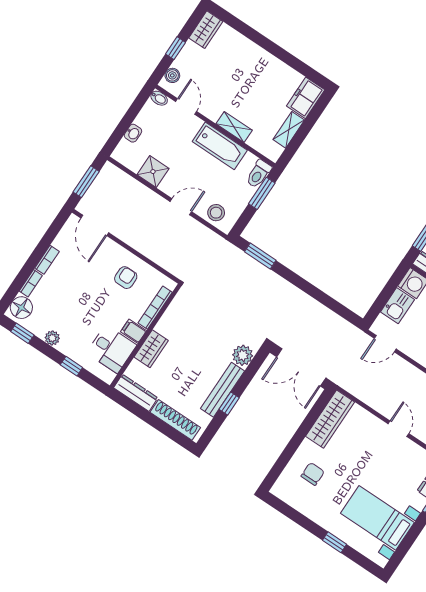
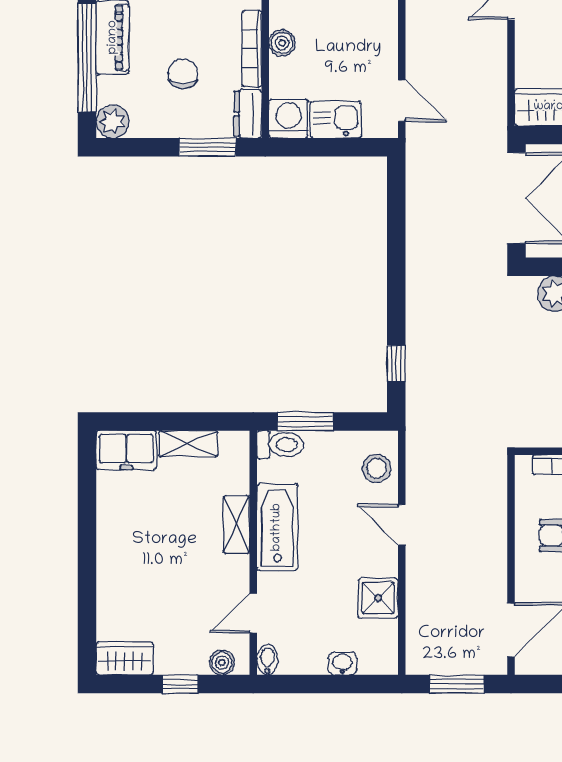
window: (260, 256) -> (396, 364), width x0.67

